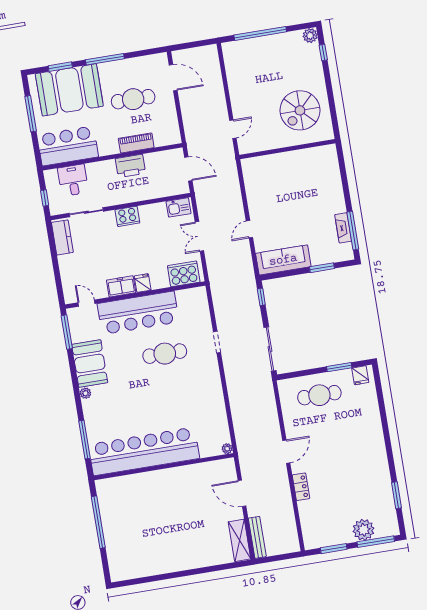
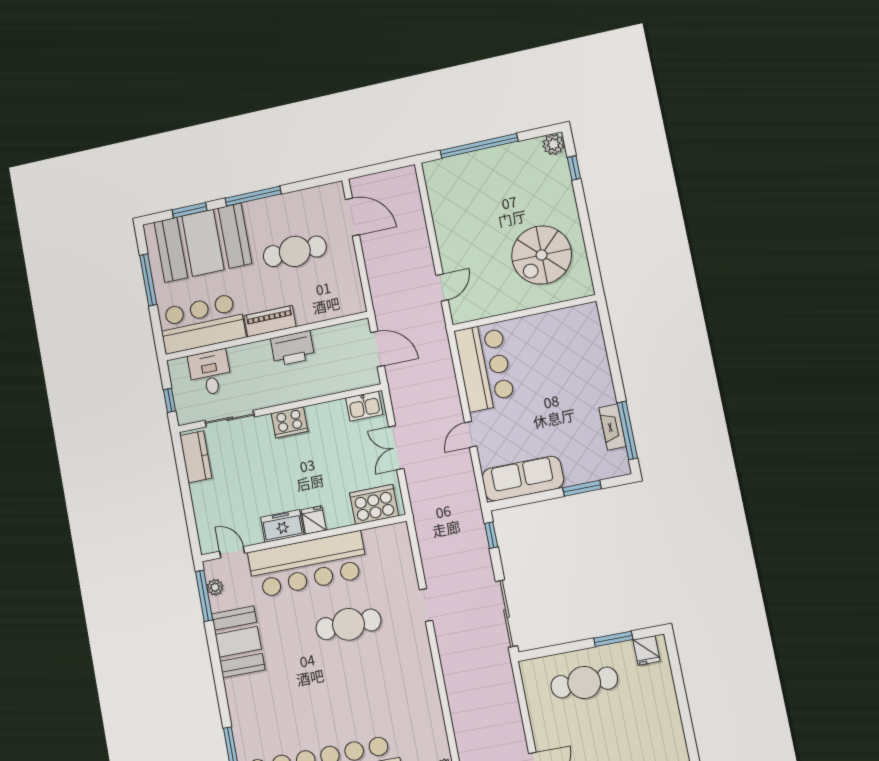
piano: (136, 143) -> (270, 321), moved
bar counter: (260, 184) -> (485, 367), added
plant: (85, 393) -> (215, 587), moved

